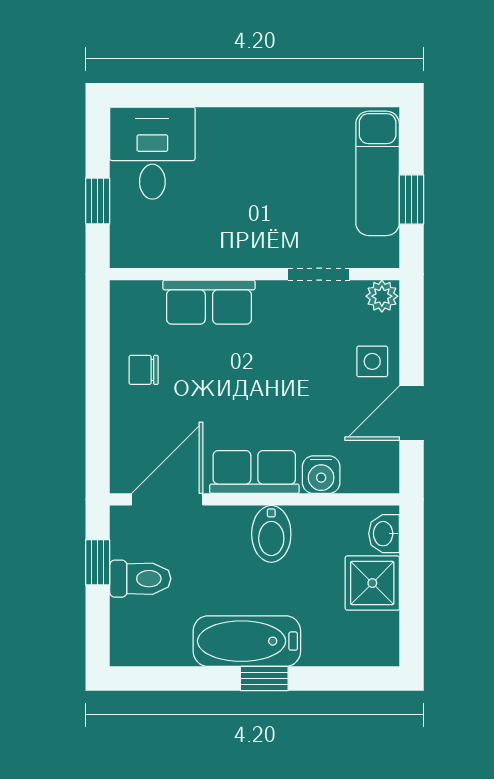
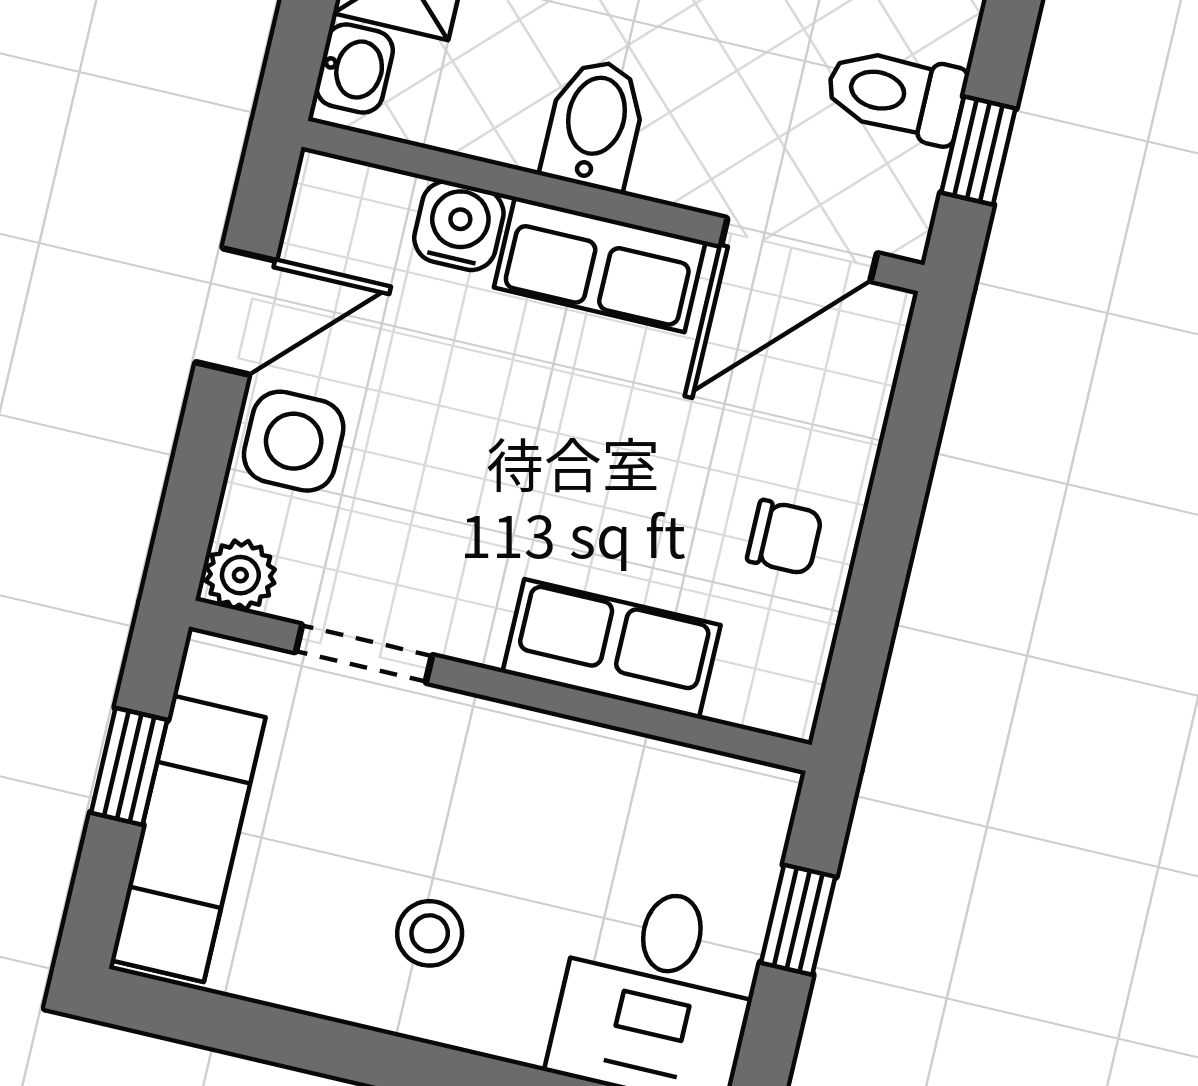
stool: (260, 156) -> (430, 933), added
side table: (372, 361) -> (294, 441), width x1.37, depth x1.37

